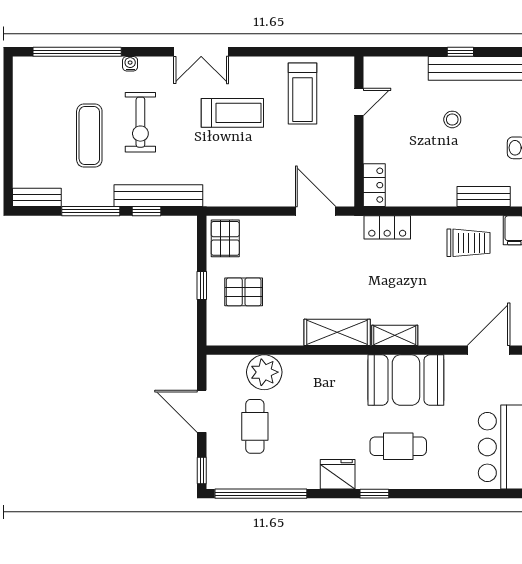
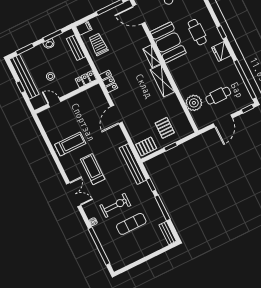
door: (359, 102) -> (54, 103), moved
wall: (359, 131) -> (67, 97), moved
locker: (374, 185) -> (86, 79), moved
bench: (158, 196) -> (133, 164), moved

